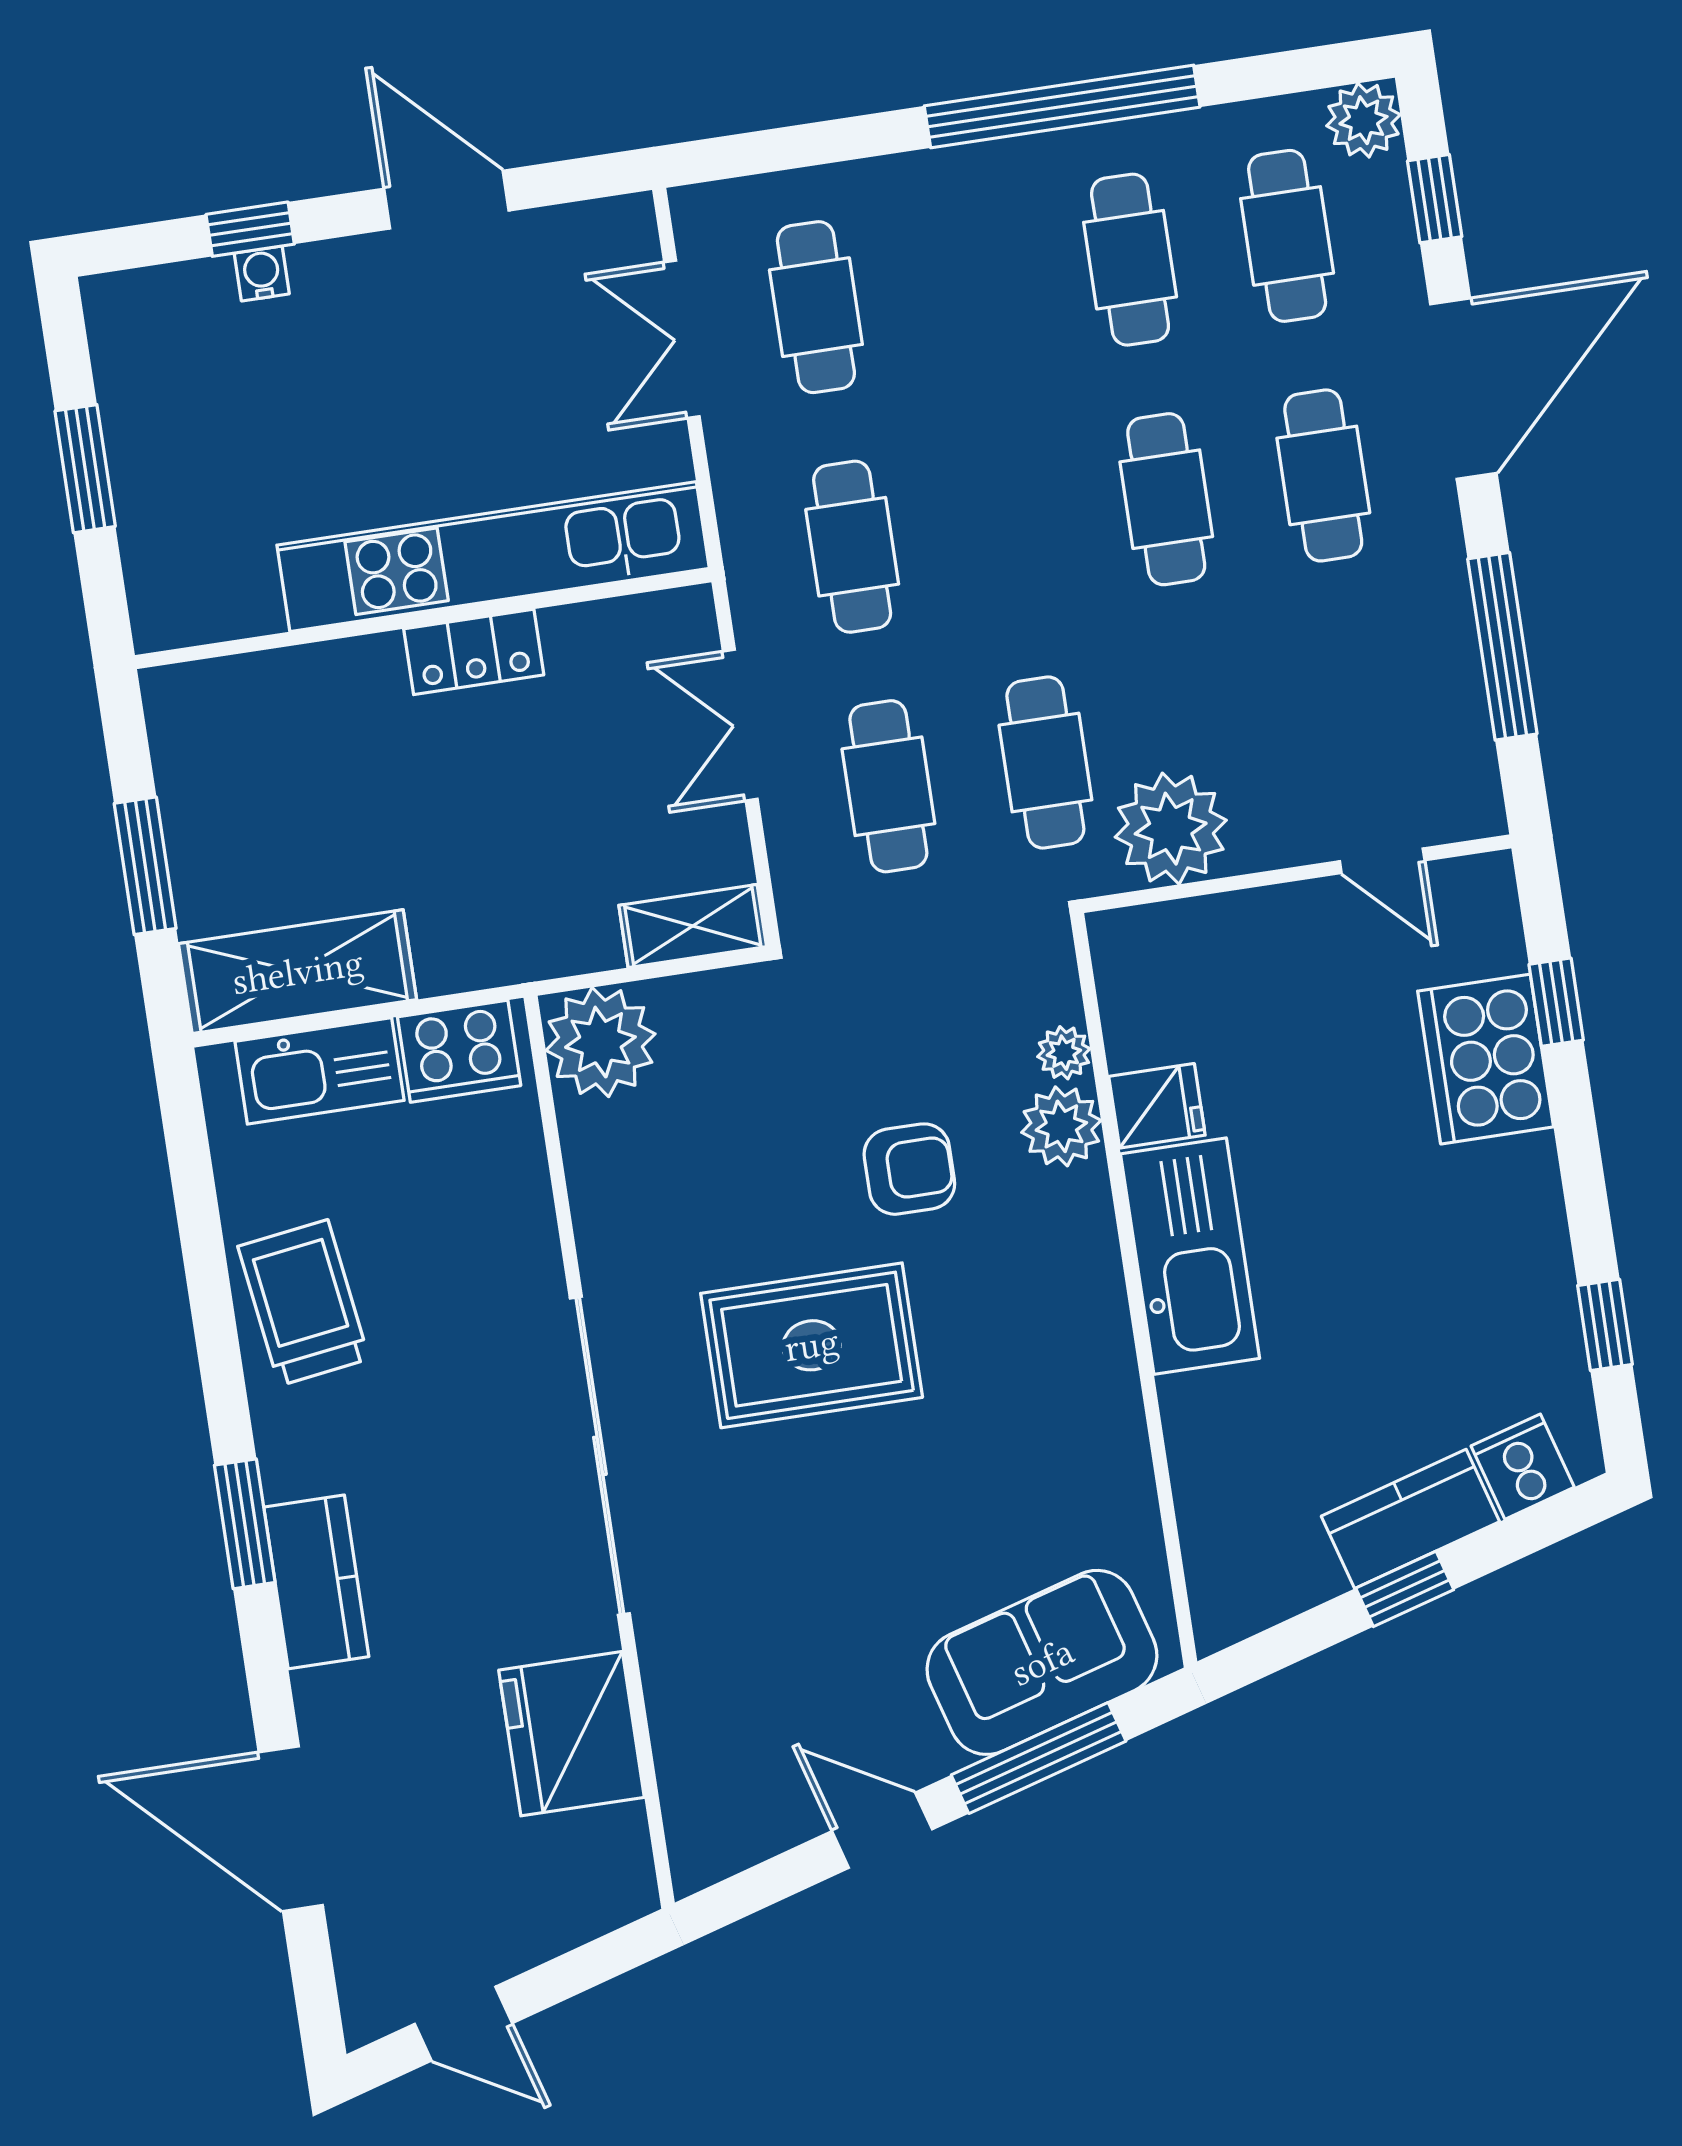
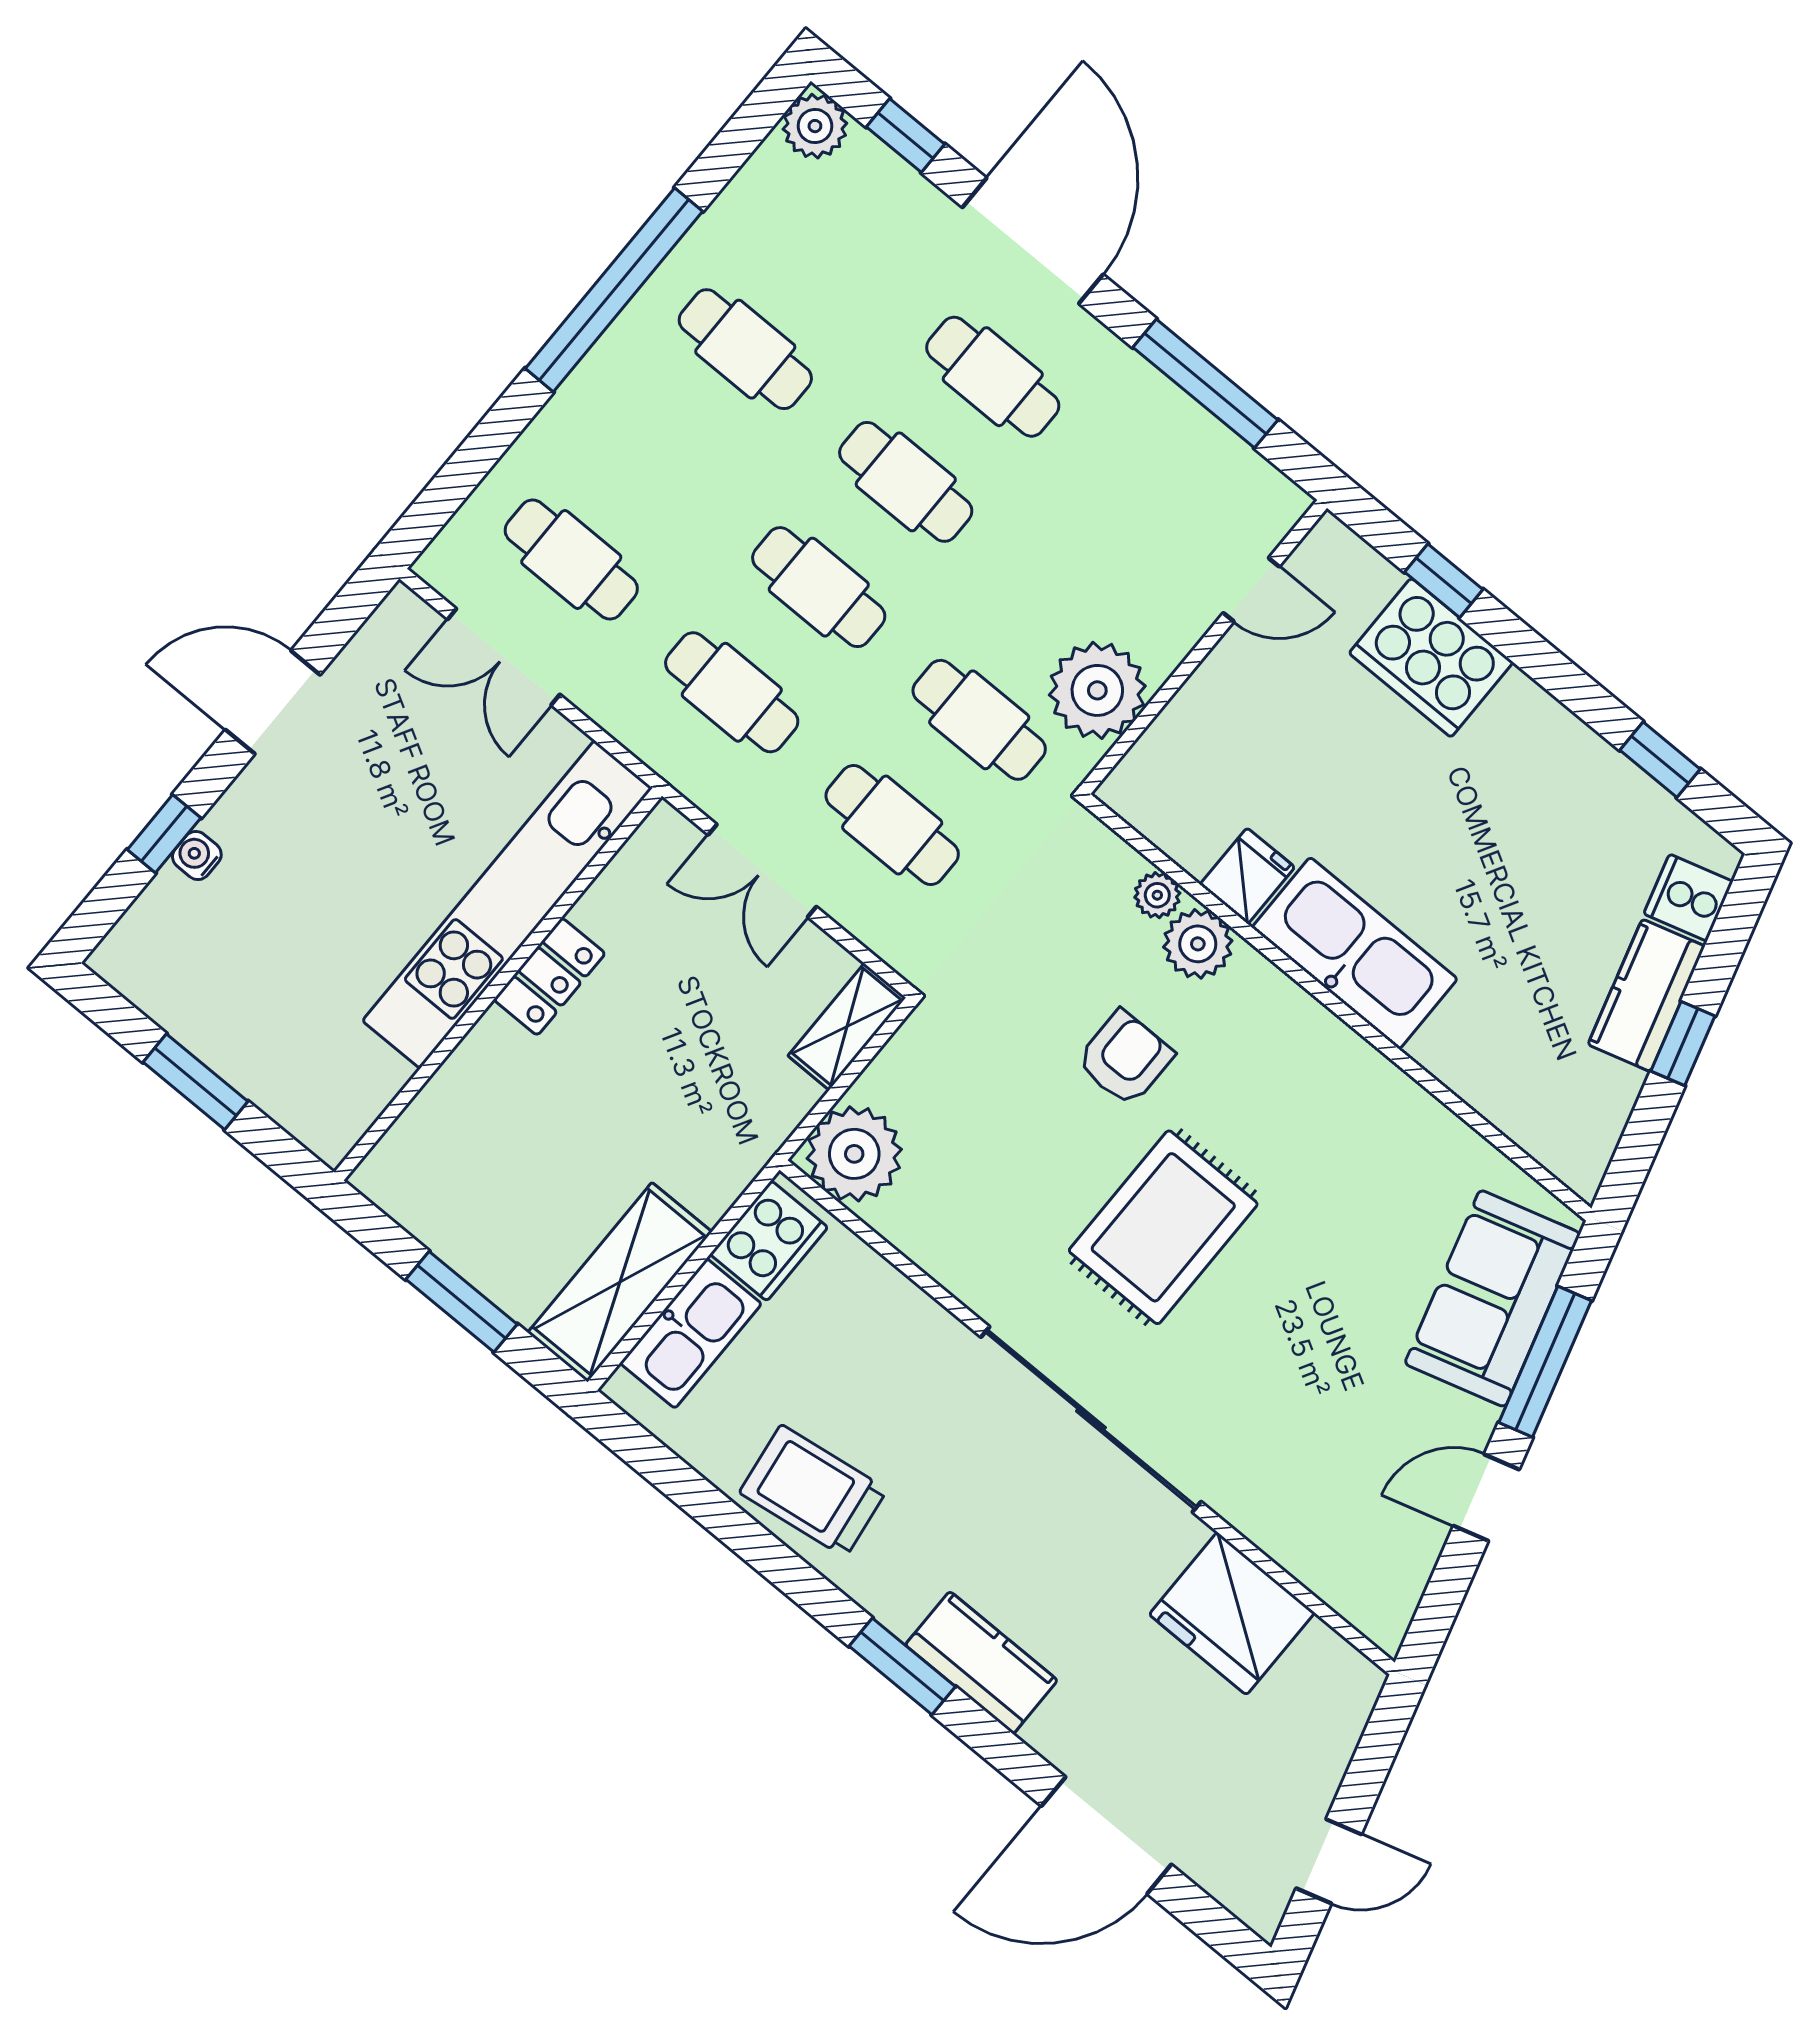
cafe table: (1287, 236) -> (819, 587), moved

